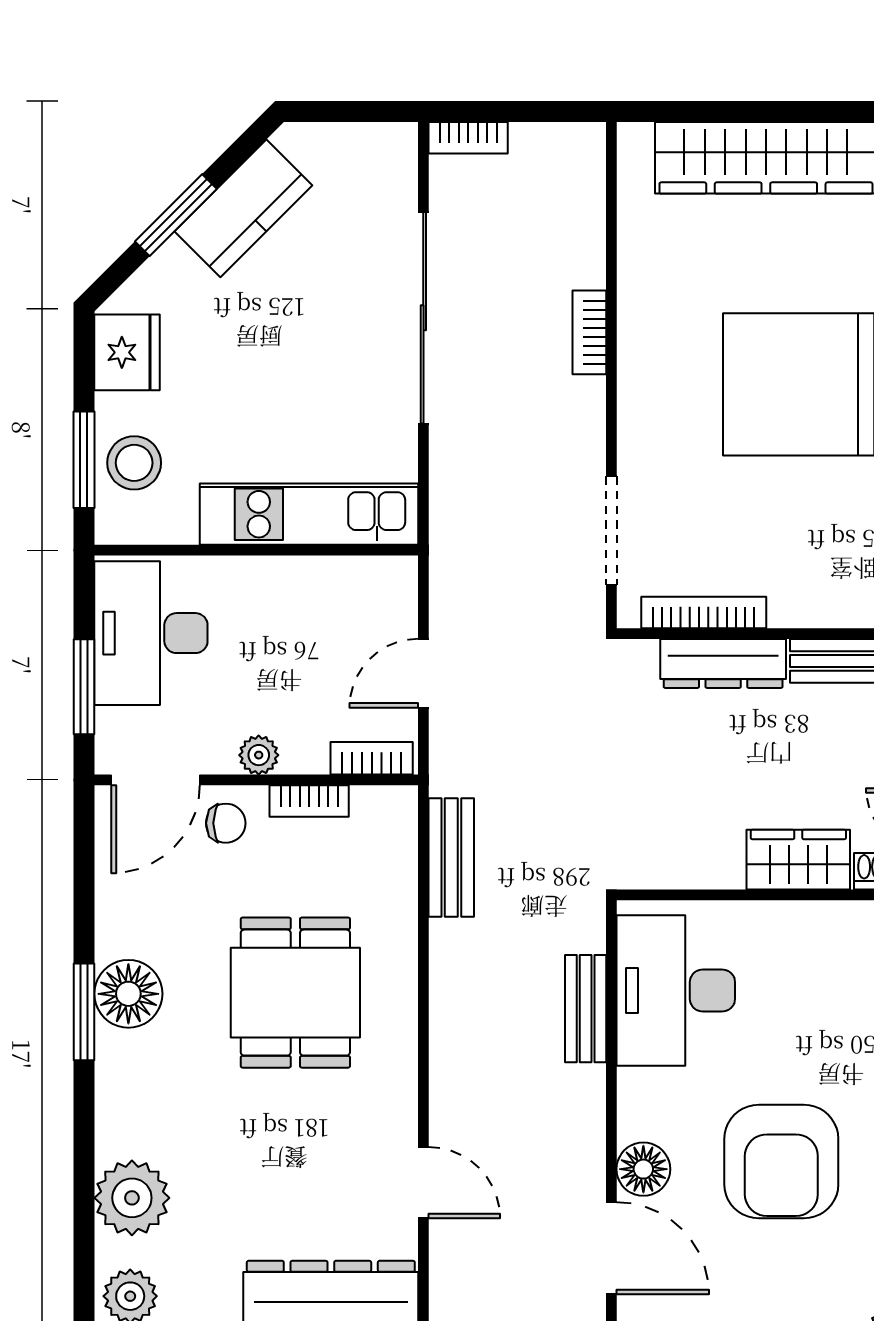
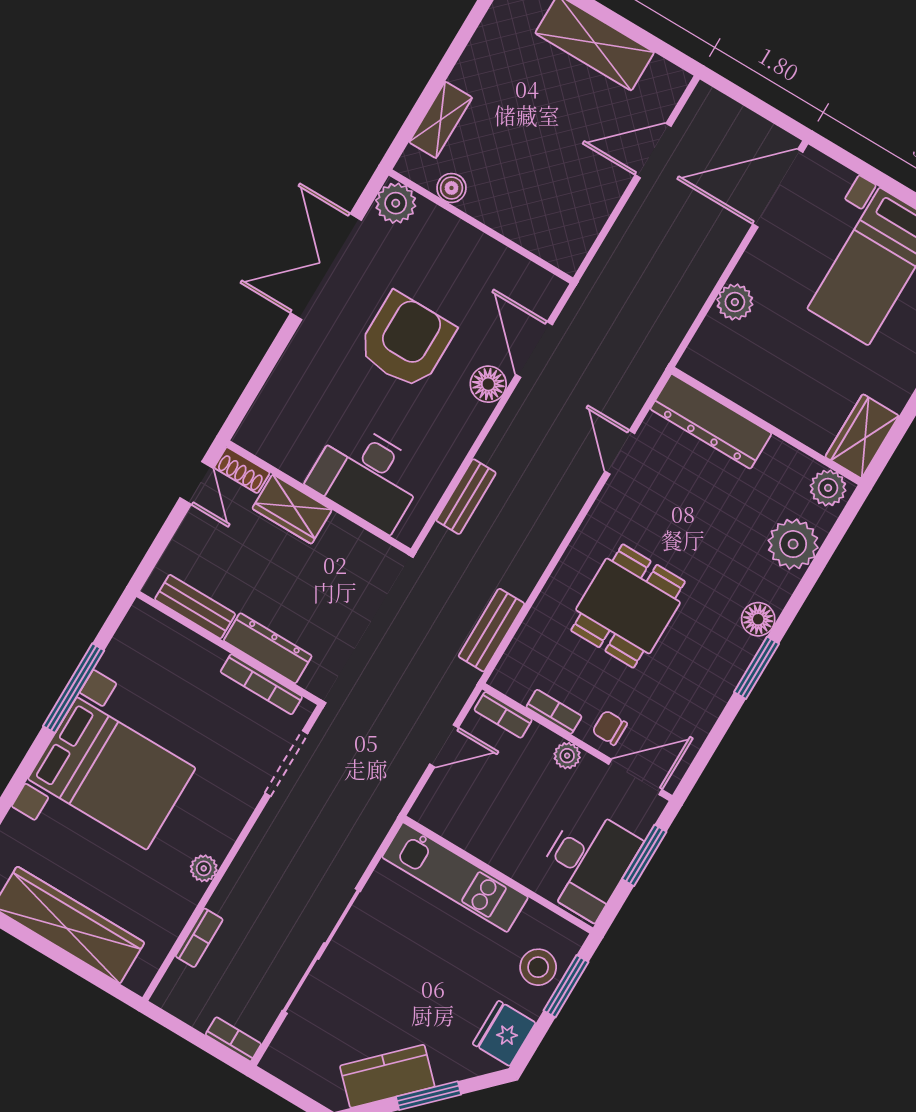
bookcase: (589, 332) -> (199, 938), moved
plant: (637, 333) -> (204, 868), added
desk: (676, 990) -> (367, 476), moved, turned 90
floor lamp: (128, 994) -> (758, 619), moved, width x0.73, depth x0.73

